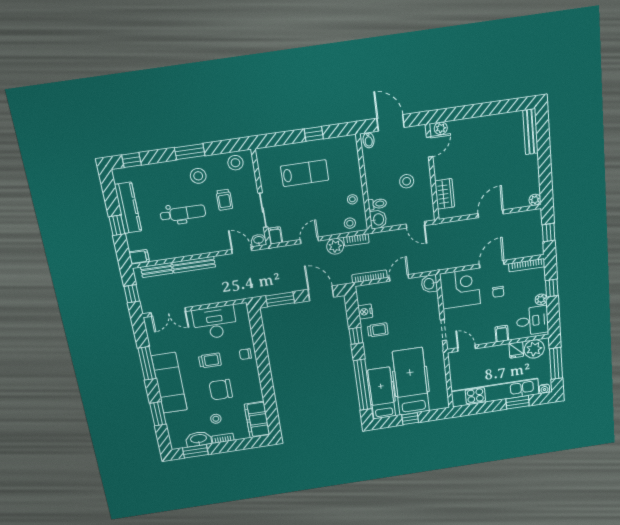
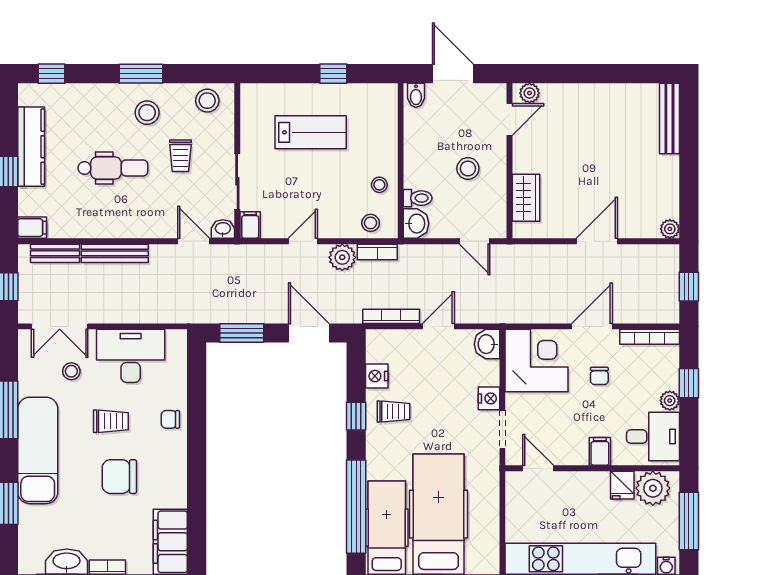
nightstand: (434, 314) -> (489, 398), added
stool: (216, 419) -> (71, 371), moved

